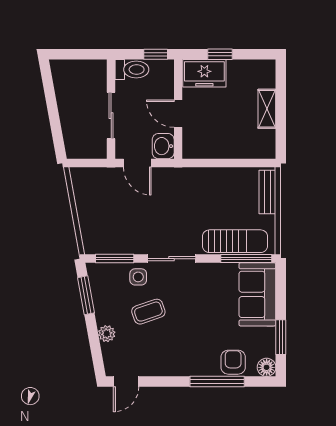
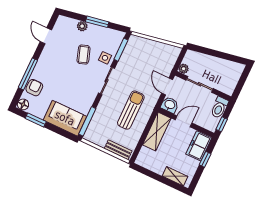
shelving: (267, 109) -> (175, 176), moved
shelving: (213, 147) -> (157, 132), added
plant: (99, 151) -> (184, 69), added
door: (137, 163) -> (167, 86), hinge flipped
sun lounger: (235, 241) -> (131, 110), moved, turned 180
window: (86, 295) -> (97, 22), moved
armchair: (233, 362) -> (34, 88), turned -90
door: (126, 382) -> (46, 36), moved

